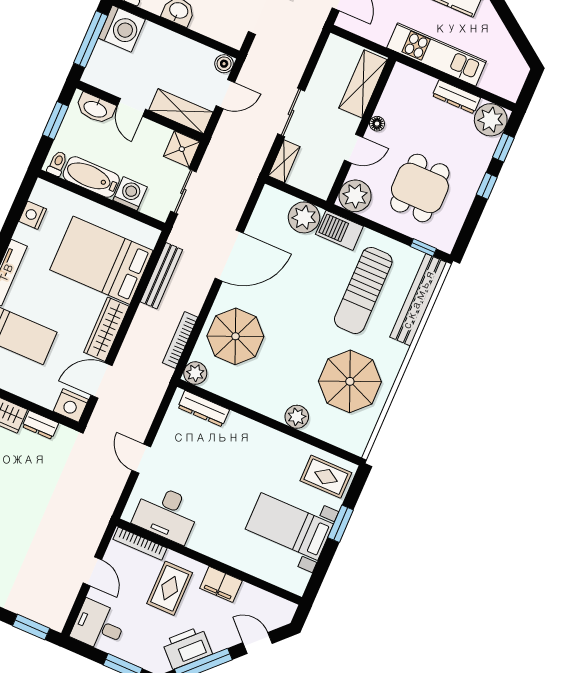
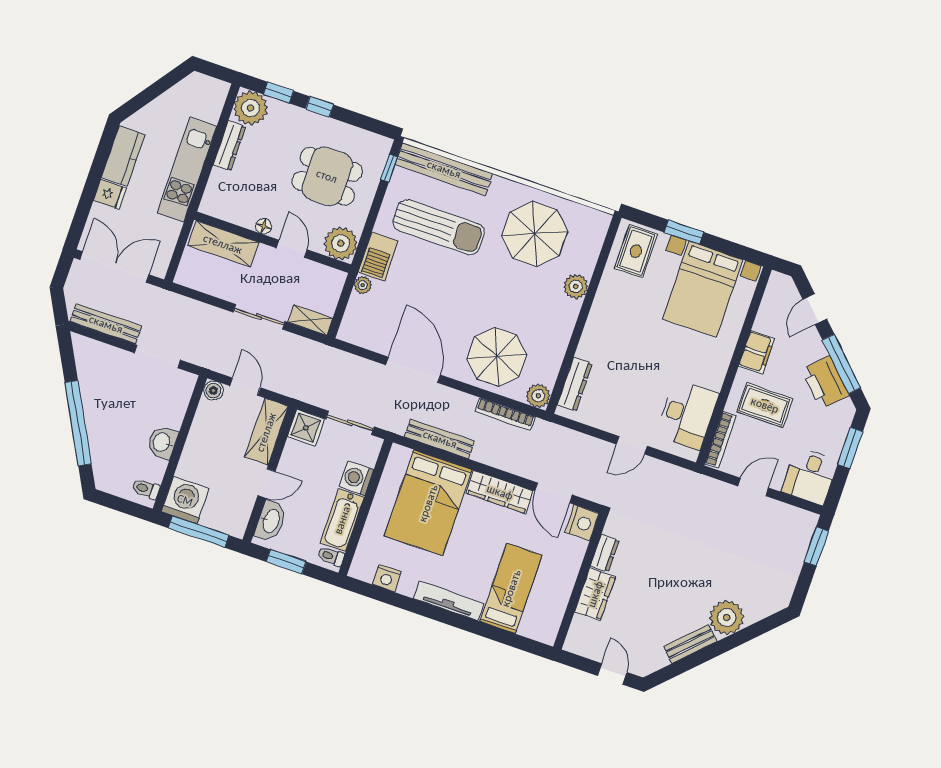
plant: (304, 217) -> (363, 285), width x0.53, depth x0.53
bed with nightstands: (289, 526) -> (703, 289), width x1.36

